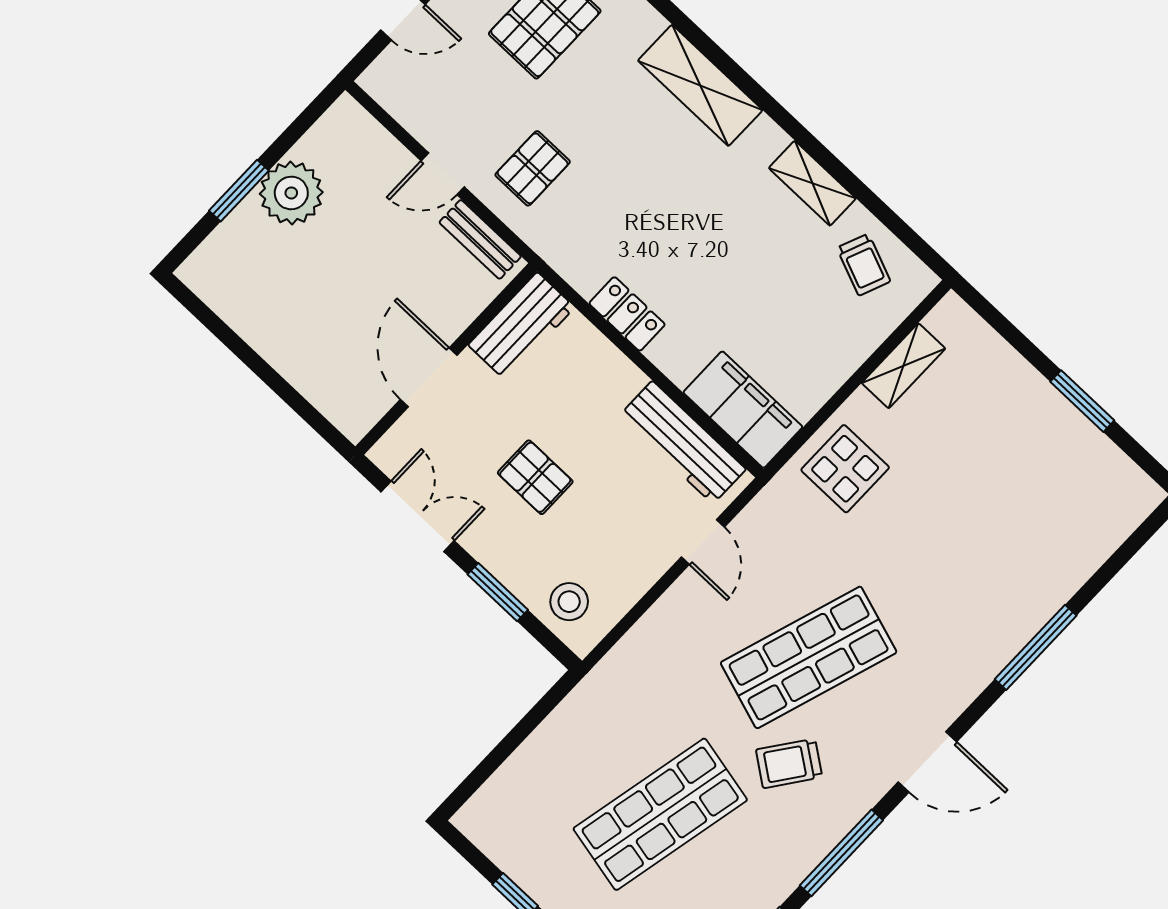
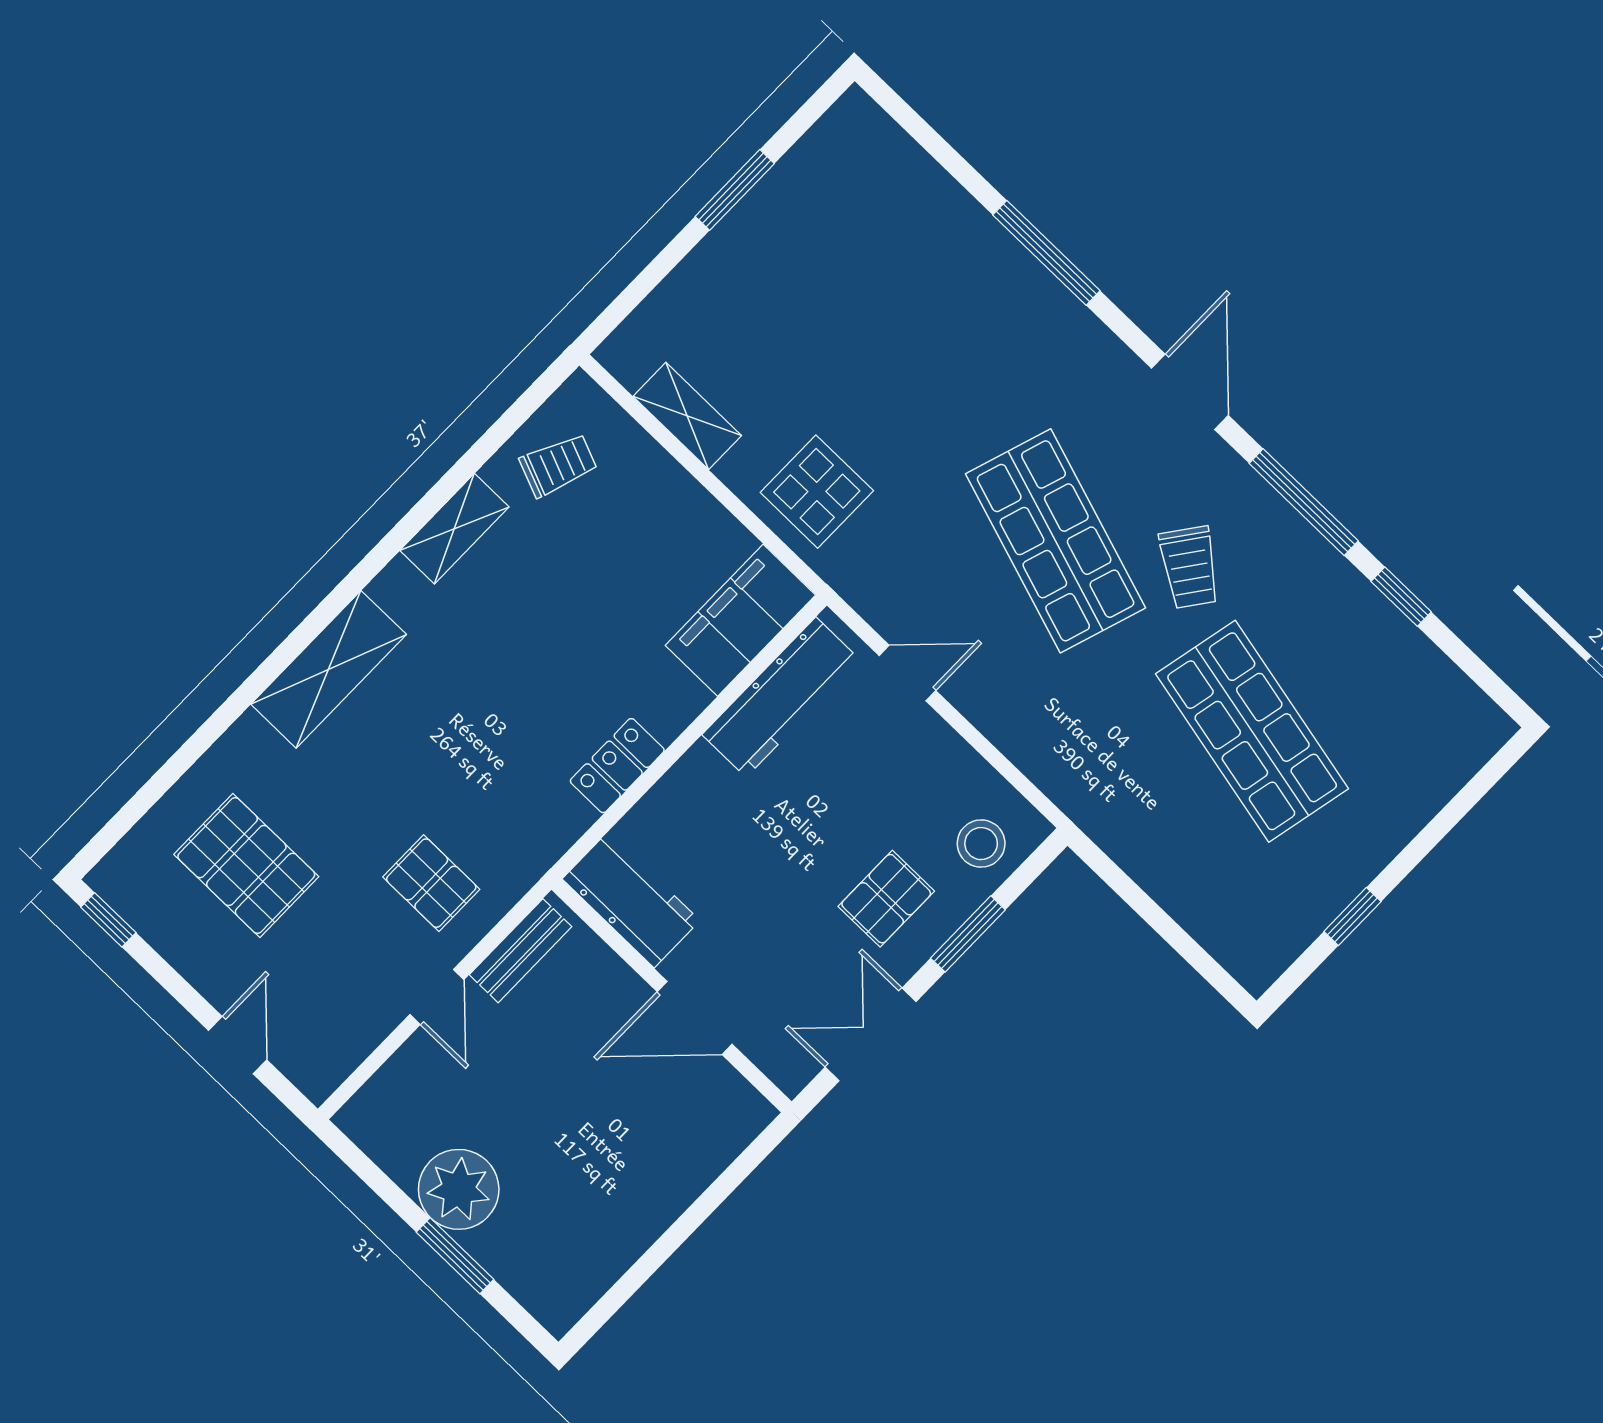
pallet: (535, 477) -> (886, 899), moved

